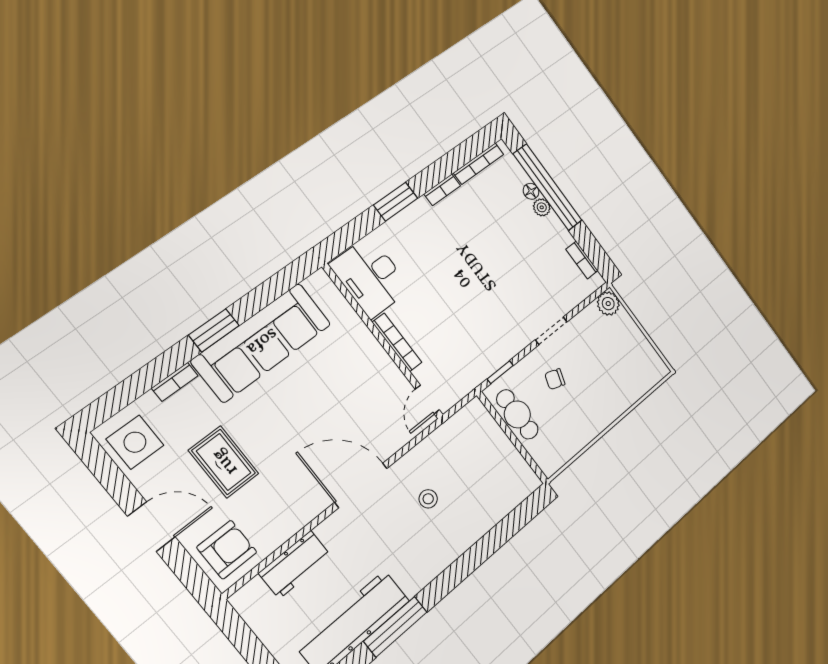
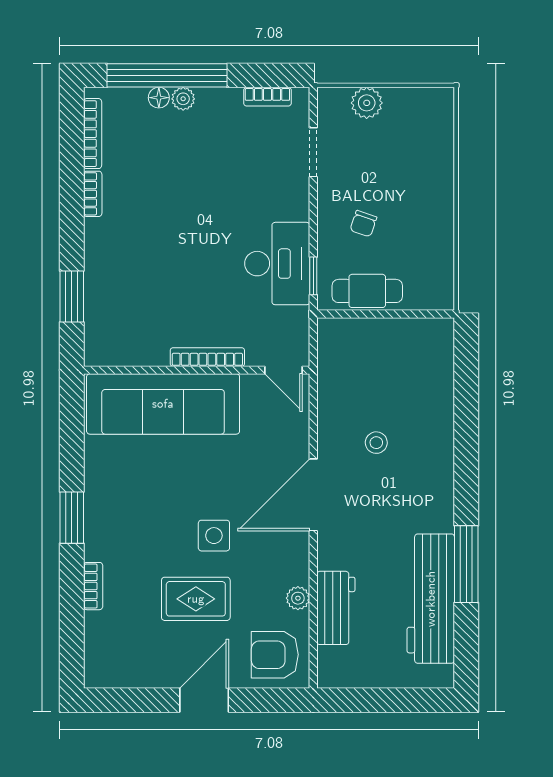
window: (396, 202) -> (72, 297), moved
desk: (370, 277) -> (277, 264), moved, turned -90
plant: (608, 304) -> (367, 103), moved
doorway: (551, 331) -> (313, 152), moved
sofa: (262, 342) -> (163, 404), moved, turned 90
side table: (135, 442) -> (214, 536), moved, width x0.73, depth x0.73
plant: (281, 533) -> (298, 598), added
armchair: (227, 550) -> (275, 655), turned -90

